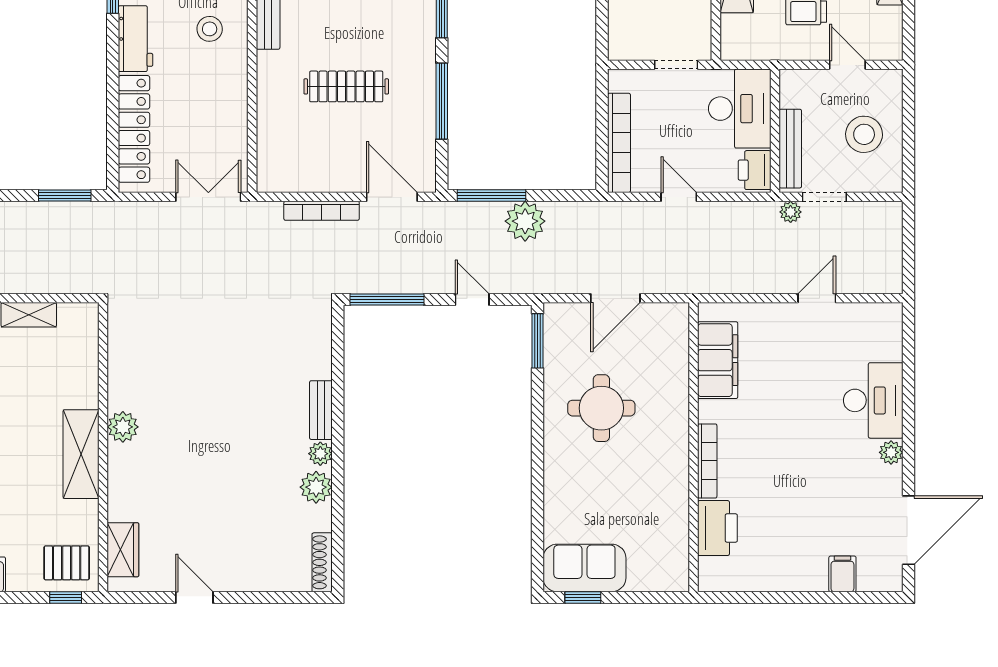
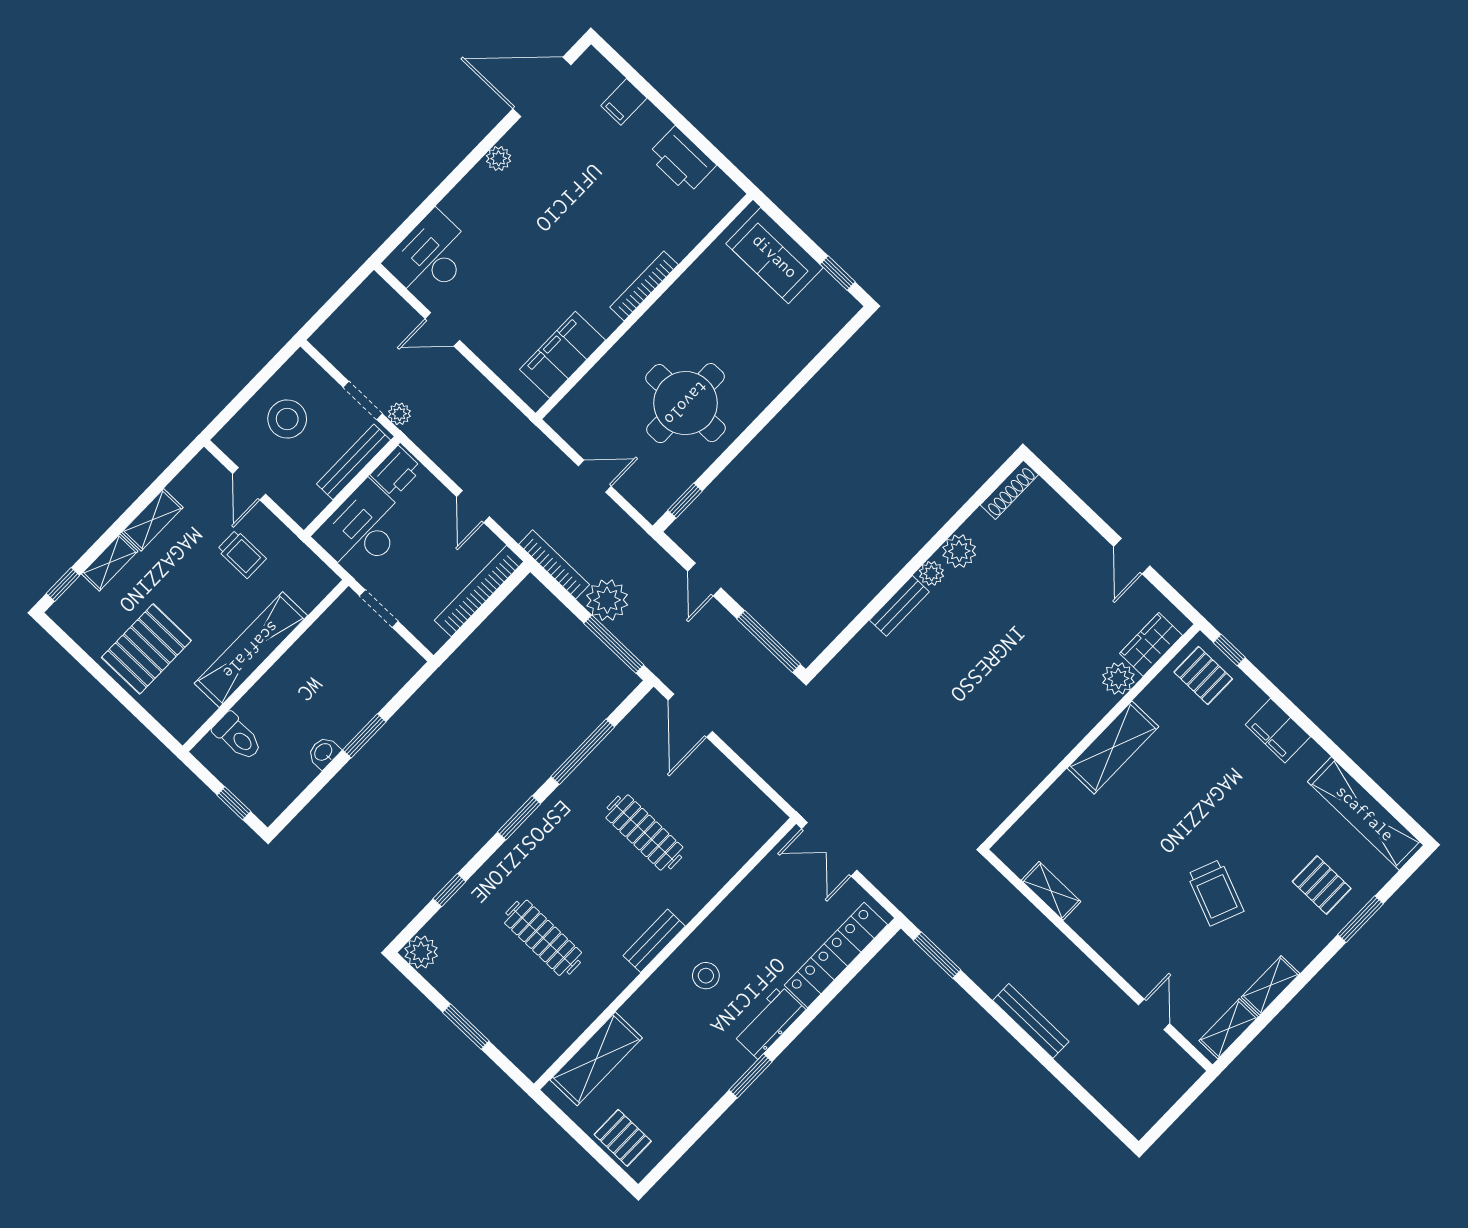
bookcase: (322, 211) -> (554, 564), moved
door: (615, 298) -> (595, 476), width x0.73
window: (537, 341) -> (685, 501), width x0.67
desk: (873, 400) -> (430, 256), moved
round table: (601, 408) -> (686, 403), width x1.36, depth x1.36
plant: (123, 427) -> (1118, 679), moved
printer: (717, 528) -> (682, 160), moved, turned -90
sofa: (584, 568) -> (775, 256), moved

